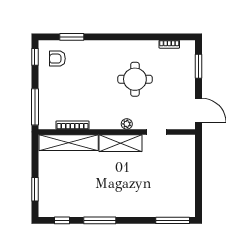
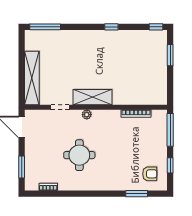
window: (35, 57) -> (170, 165), moved
shelving: (69, 143) -> (32, 78), moved, turned 90
window: (62, 220) -> (156, 27), moved
window: (100, 220) -> (111, 27), width x0.46

